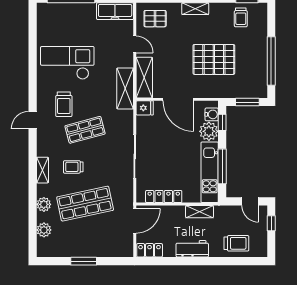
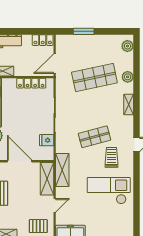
door: (135, 44) -> (55, 205), swing flipped
checkout: (67, 63) -> (109, 191), turned 180
fridge: (145, 108) -> (47, 140), moved
trolley: (73, 167) -> (104, 107), removed
plant: (44, 230) -> (127, 46), moved
window: (84, 261) -> (84, 31), moved

